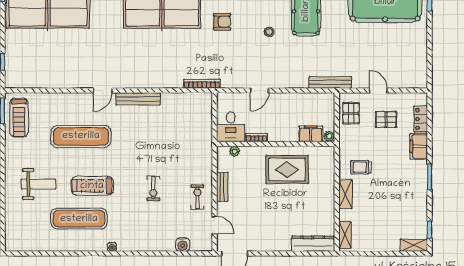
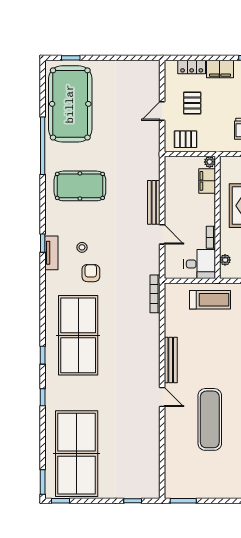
stool: (269, 32) -> (82, 247), moved
bench: (330, 83) -> (154, 202), moved
treadmill: (19, 118) -> (210, 300), moved

